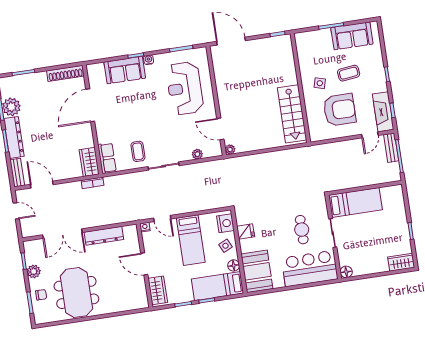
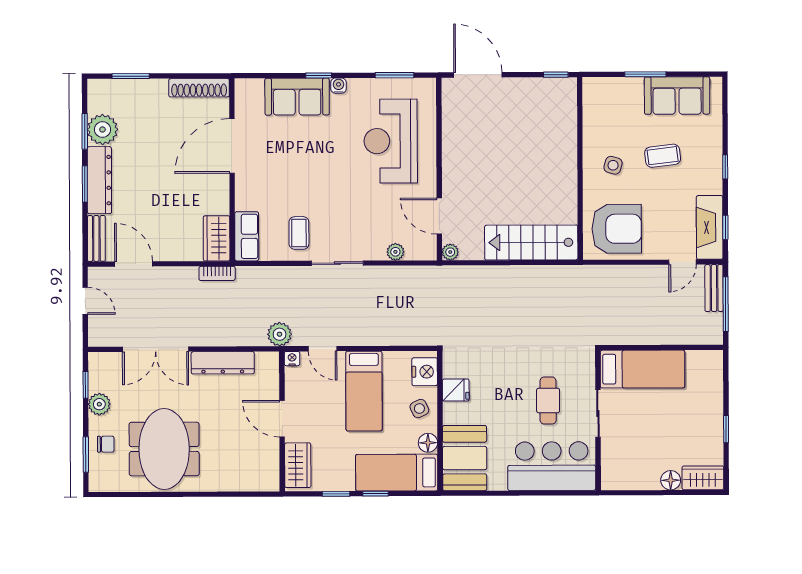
armchair: (339, 110) -> (617, 229), moved
stairs: (292, 114) -> (531, 242), moved, turned 90
plant: (135, 214) -> (280, 334), added
floor lamp: (346, 272) -> (671, 480), moved

